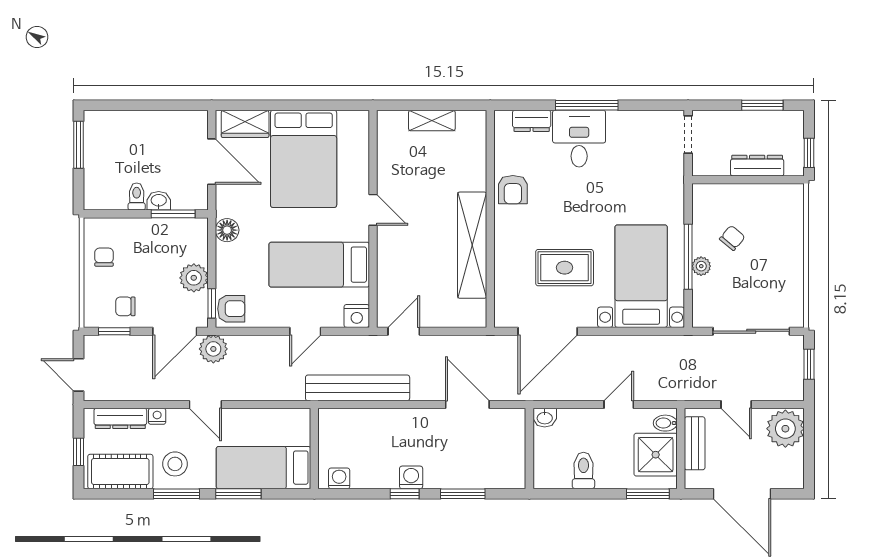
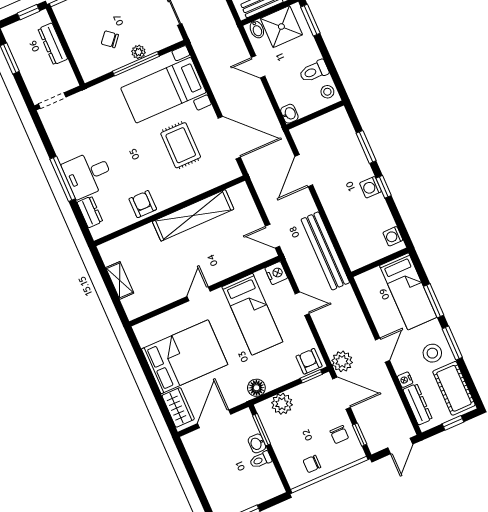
armchair: (513, 190) -> (143, 204), turned -90
plant: (194, 278) -> (282, 404), moved
stool: (551, 476) -> (327, 92), added

